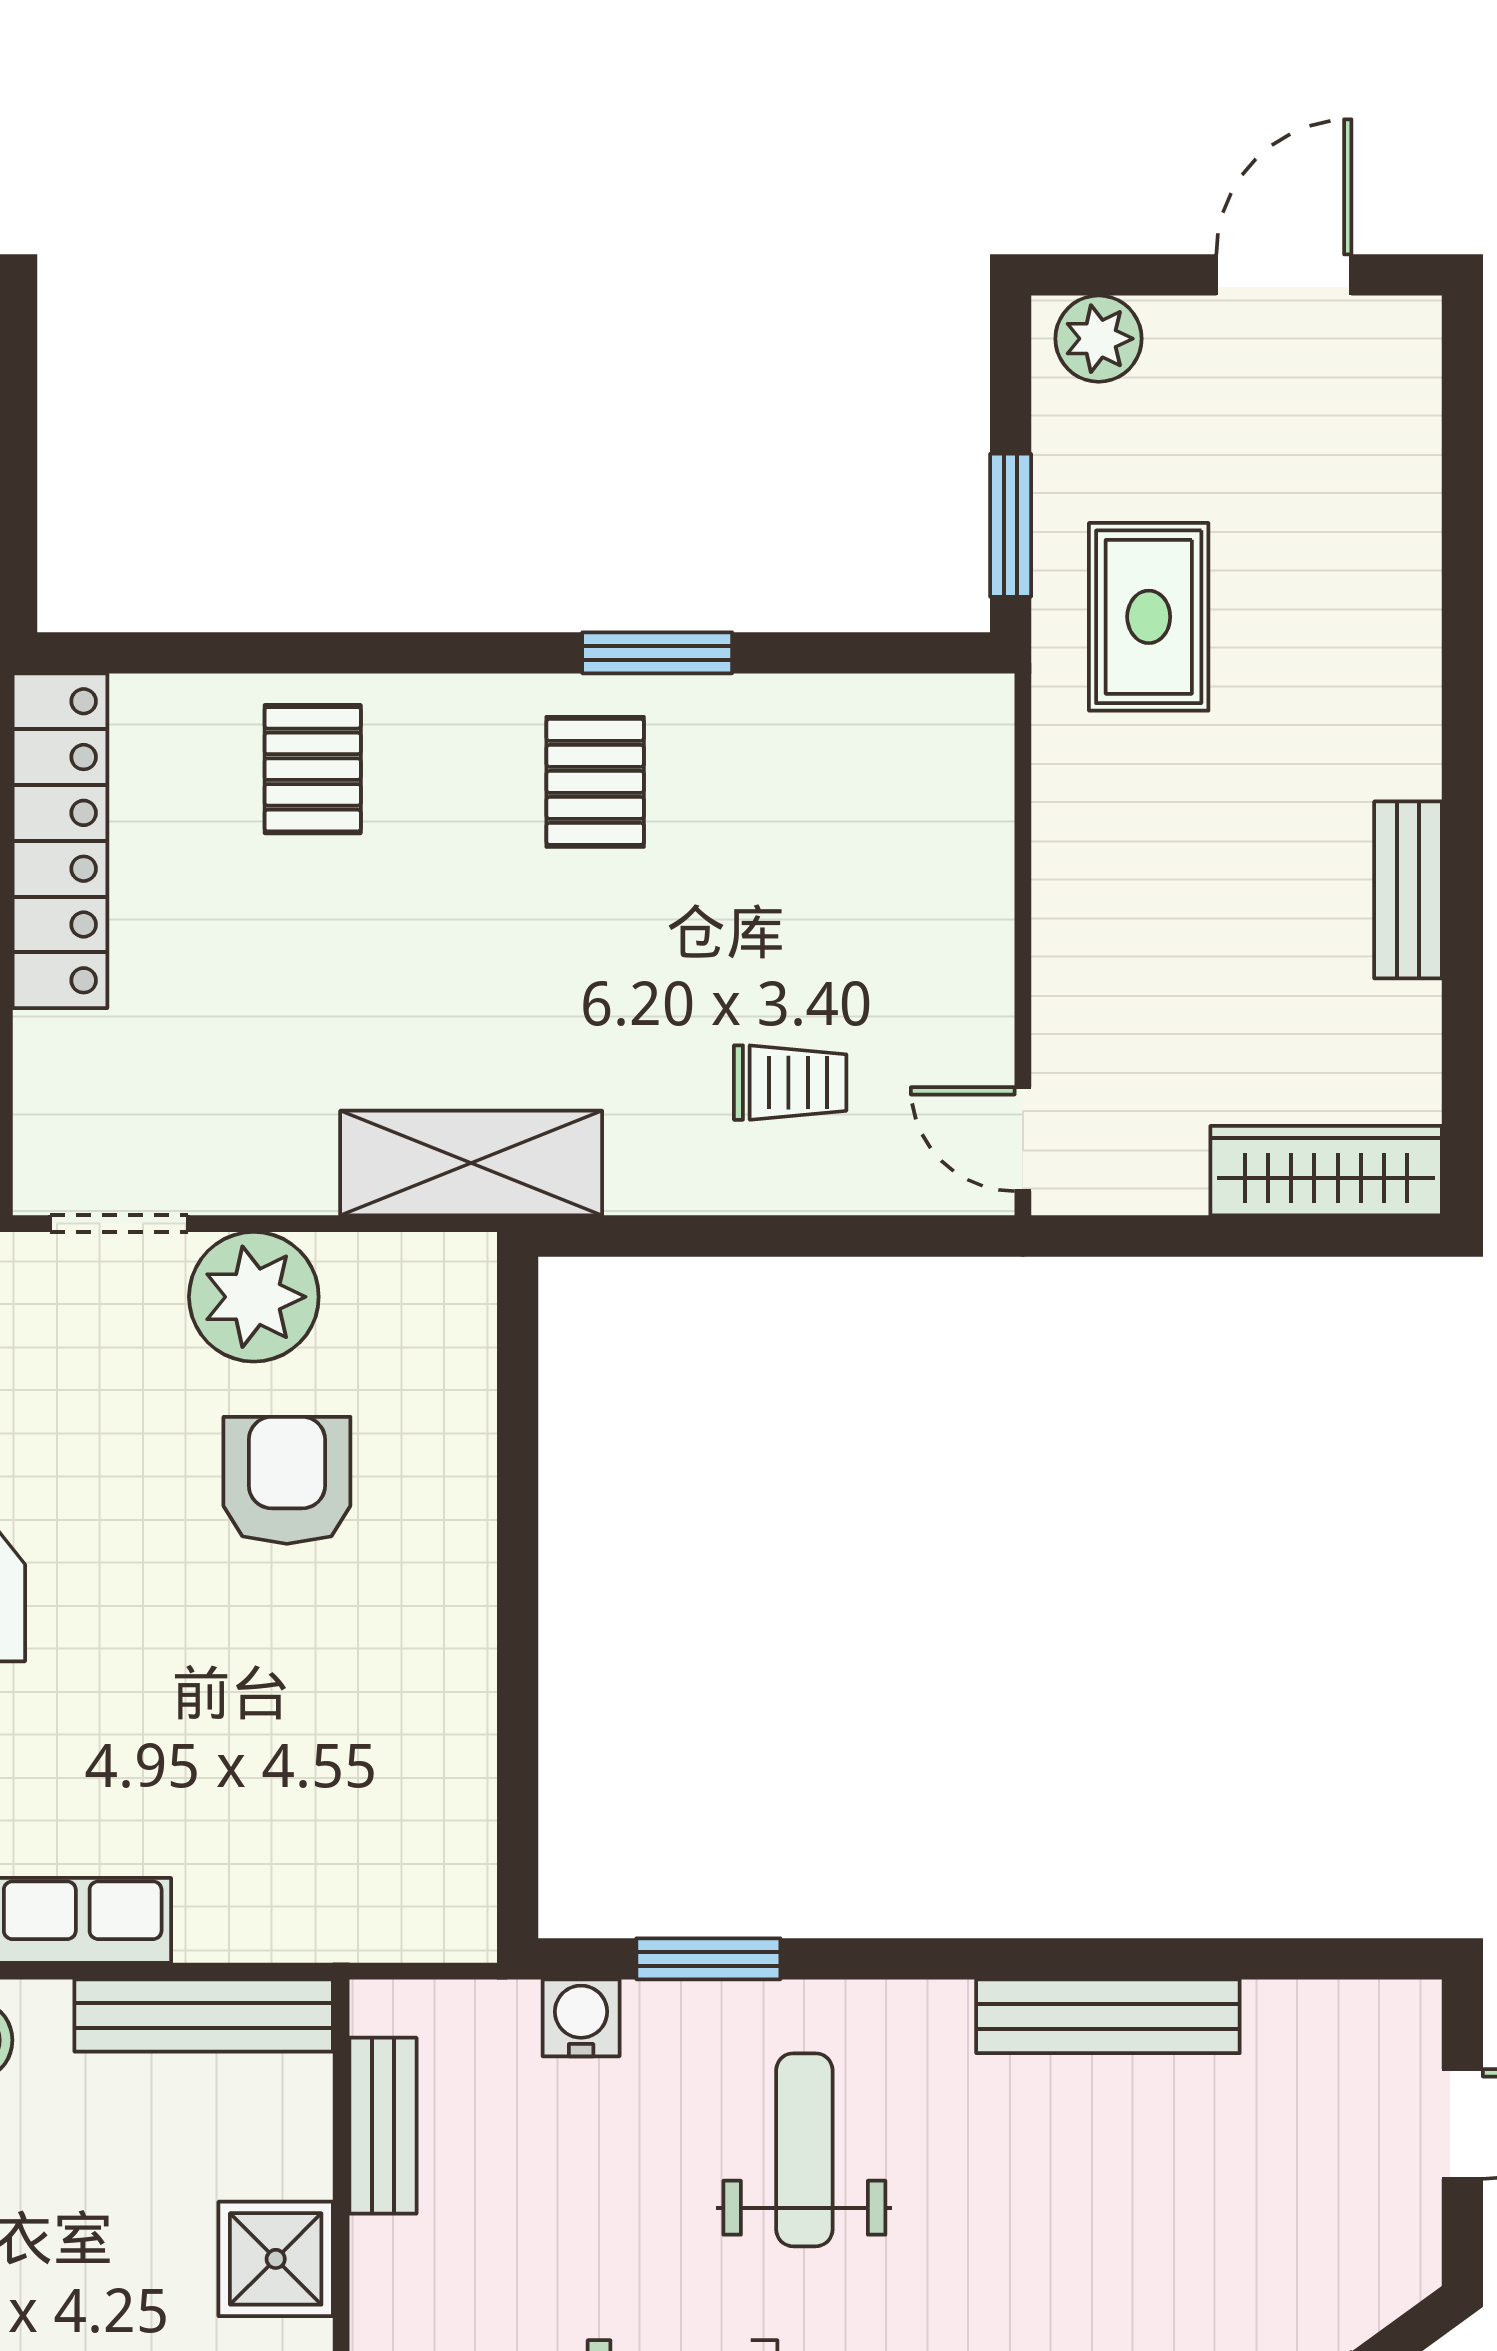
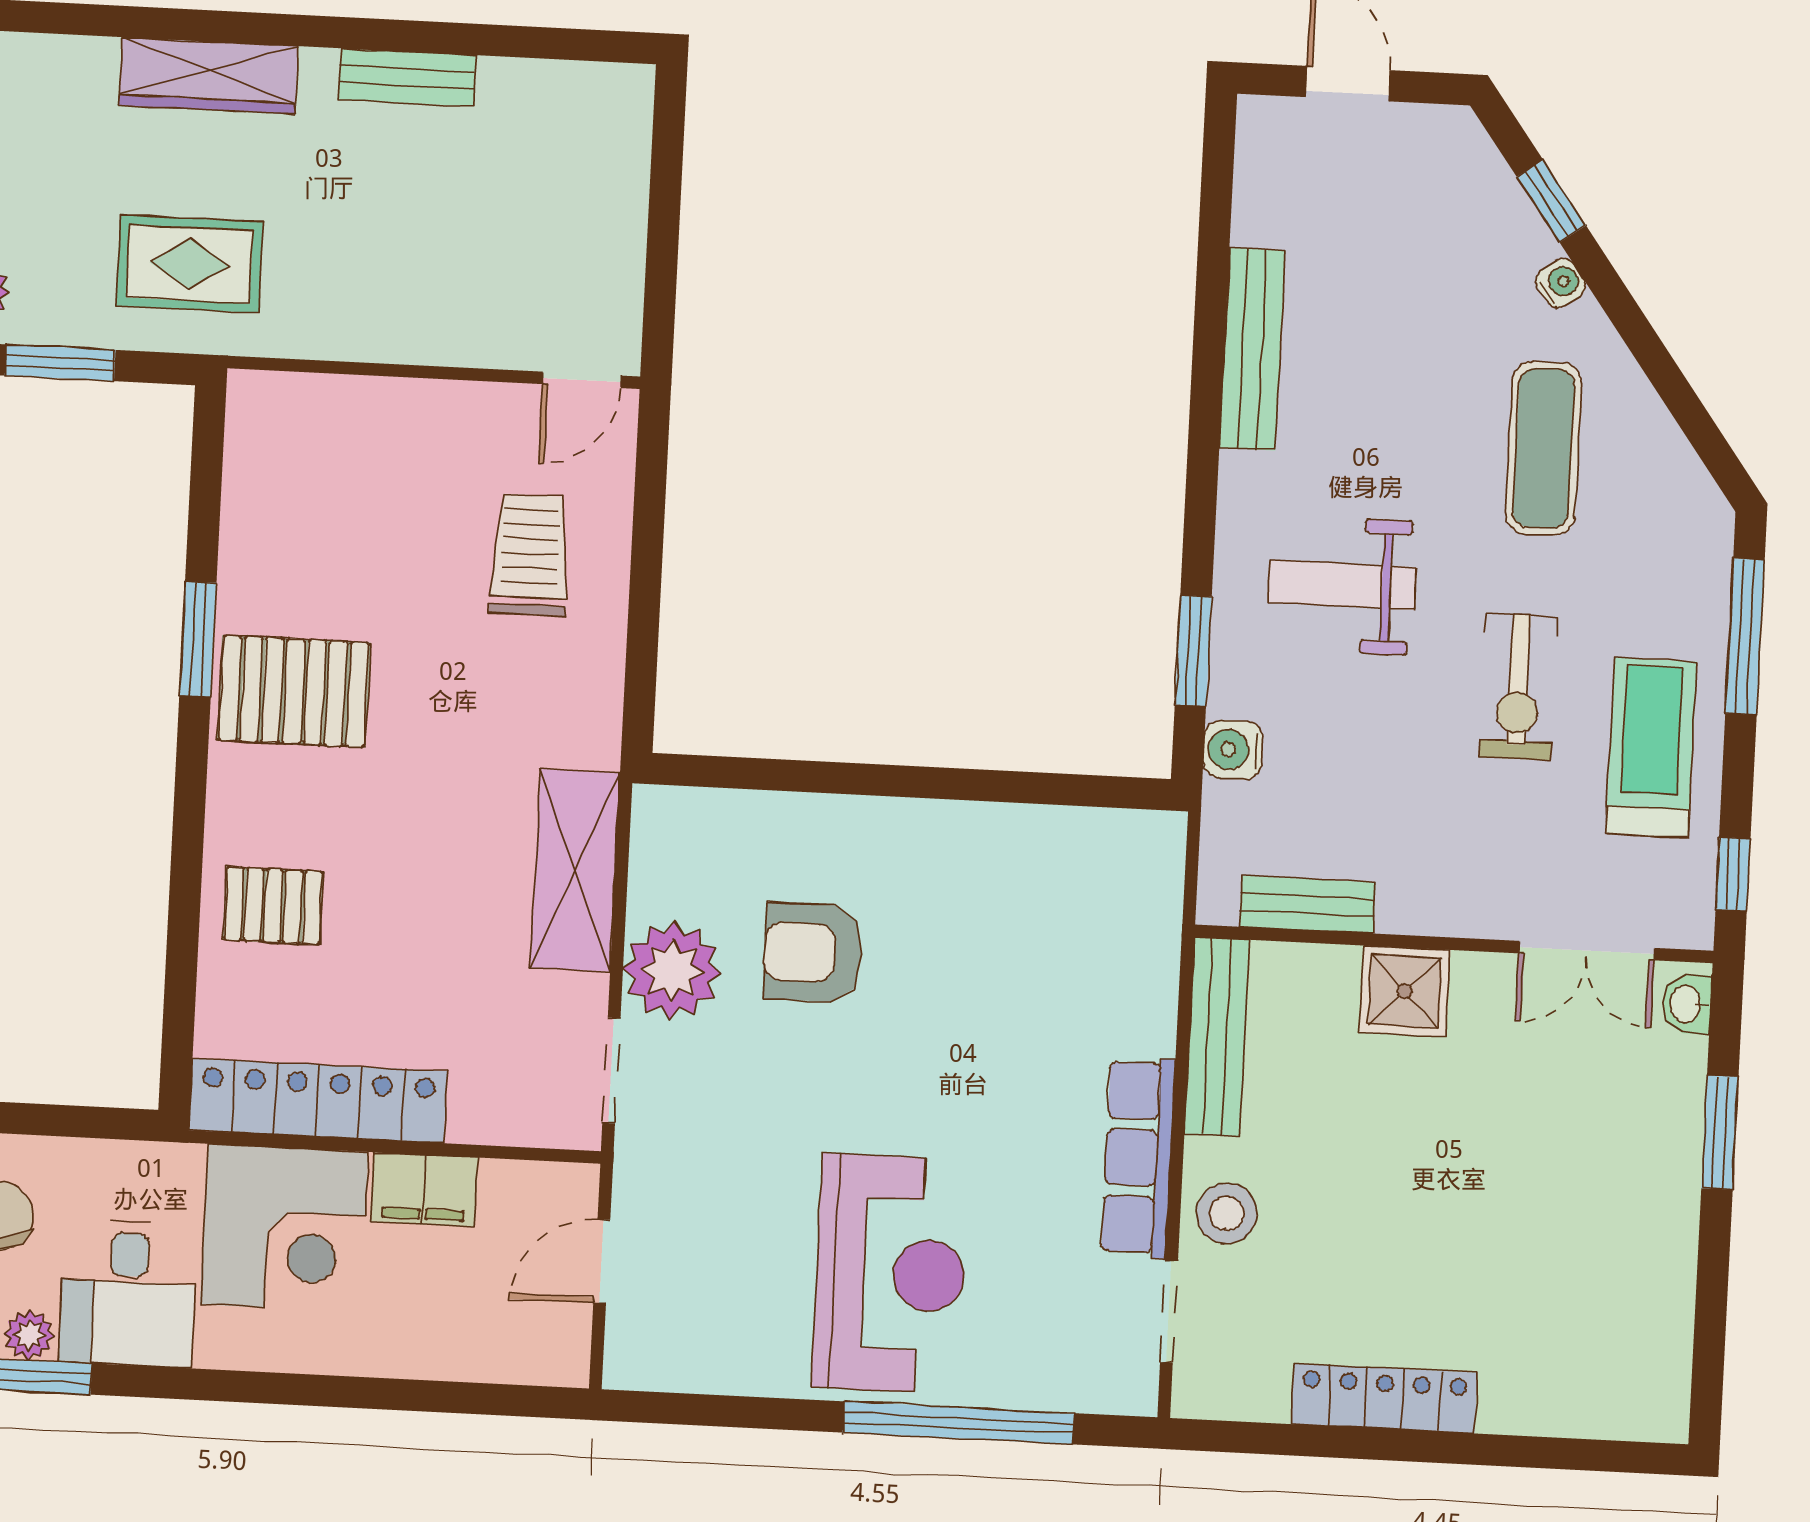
window: (1011, 525) -> (60, 363), moved
pallet: (595, 782) -> (294, 691), width x1.50, depth x1.42
trolley: (790, 1083) -> (530, 555), width x1.36, depth x1.39
shelving: (471, 1163) -> (575, 870), moved
wardrobe: (1326, 1171) -> (208, 76), moved, turned -90

